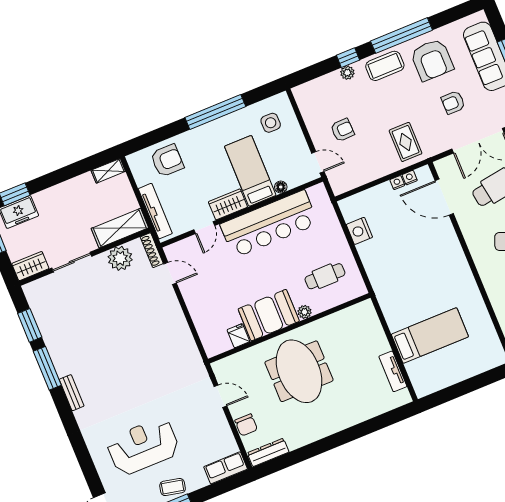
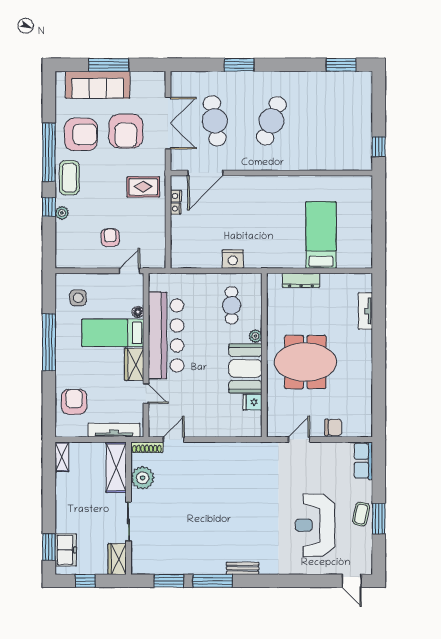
armchair: (453, 102) -> (126, 131), width x1.88, depth x1.88
nightstand: (359, 231) -> (233, 259), moved
tv unit: (393, 371) -> (365, 311), moved, turned 90
dresser: (268, 452) -> (301, 280), moved, turned -90

